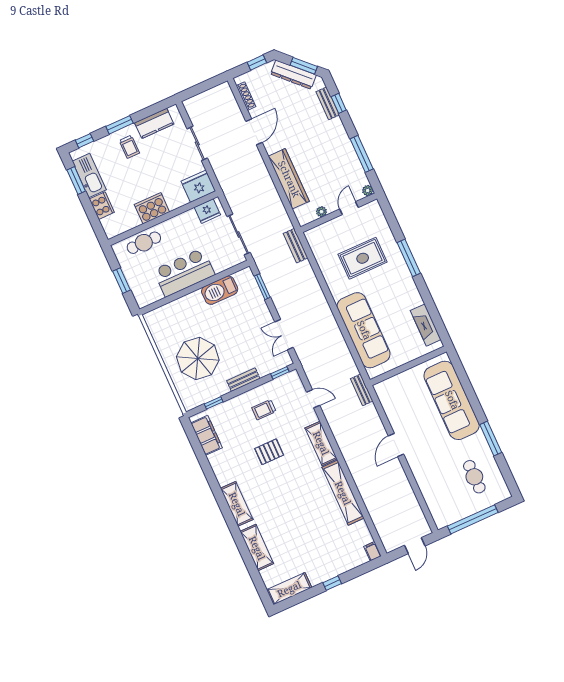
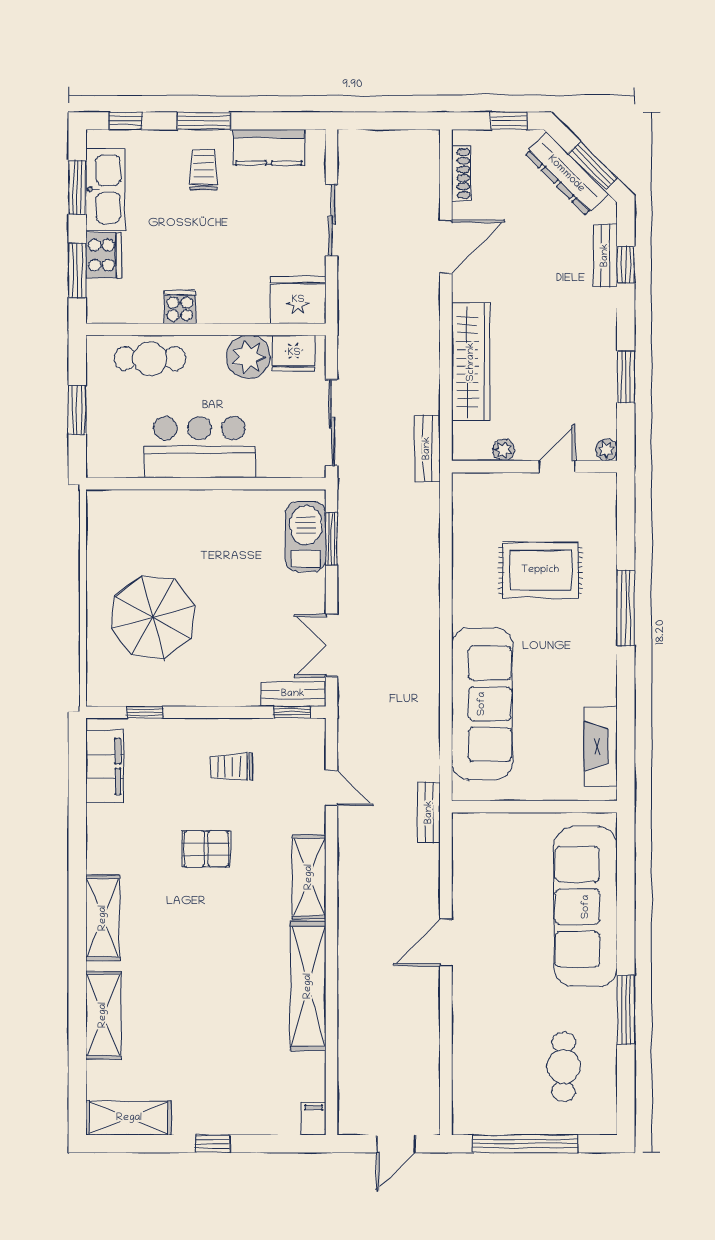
trolley: (129, 147) -> (204, 170), turned 180
window: (362, 154) -> (626, 377), width x0.69
cooker: (152, 208) -> (180, 307), width x0.53, depth x0.76
window: (93, 218) -> (77, 270), added
plant: (188, 222) -> (248, 357), added
bench: (296, 246) -> (427, 448), moved
barbecue: (220, 290) -> (306, 536), moved, turned 90
bench: (243, 380) -> (293, 694), moved

